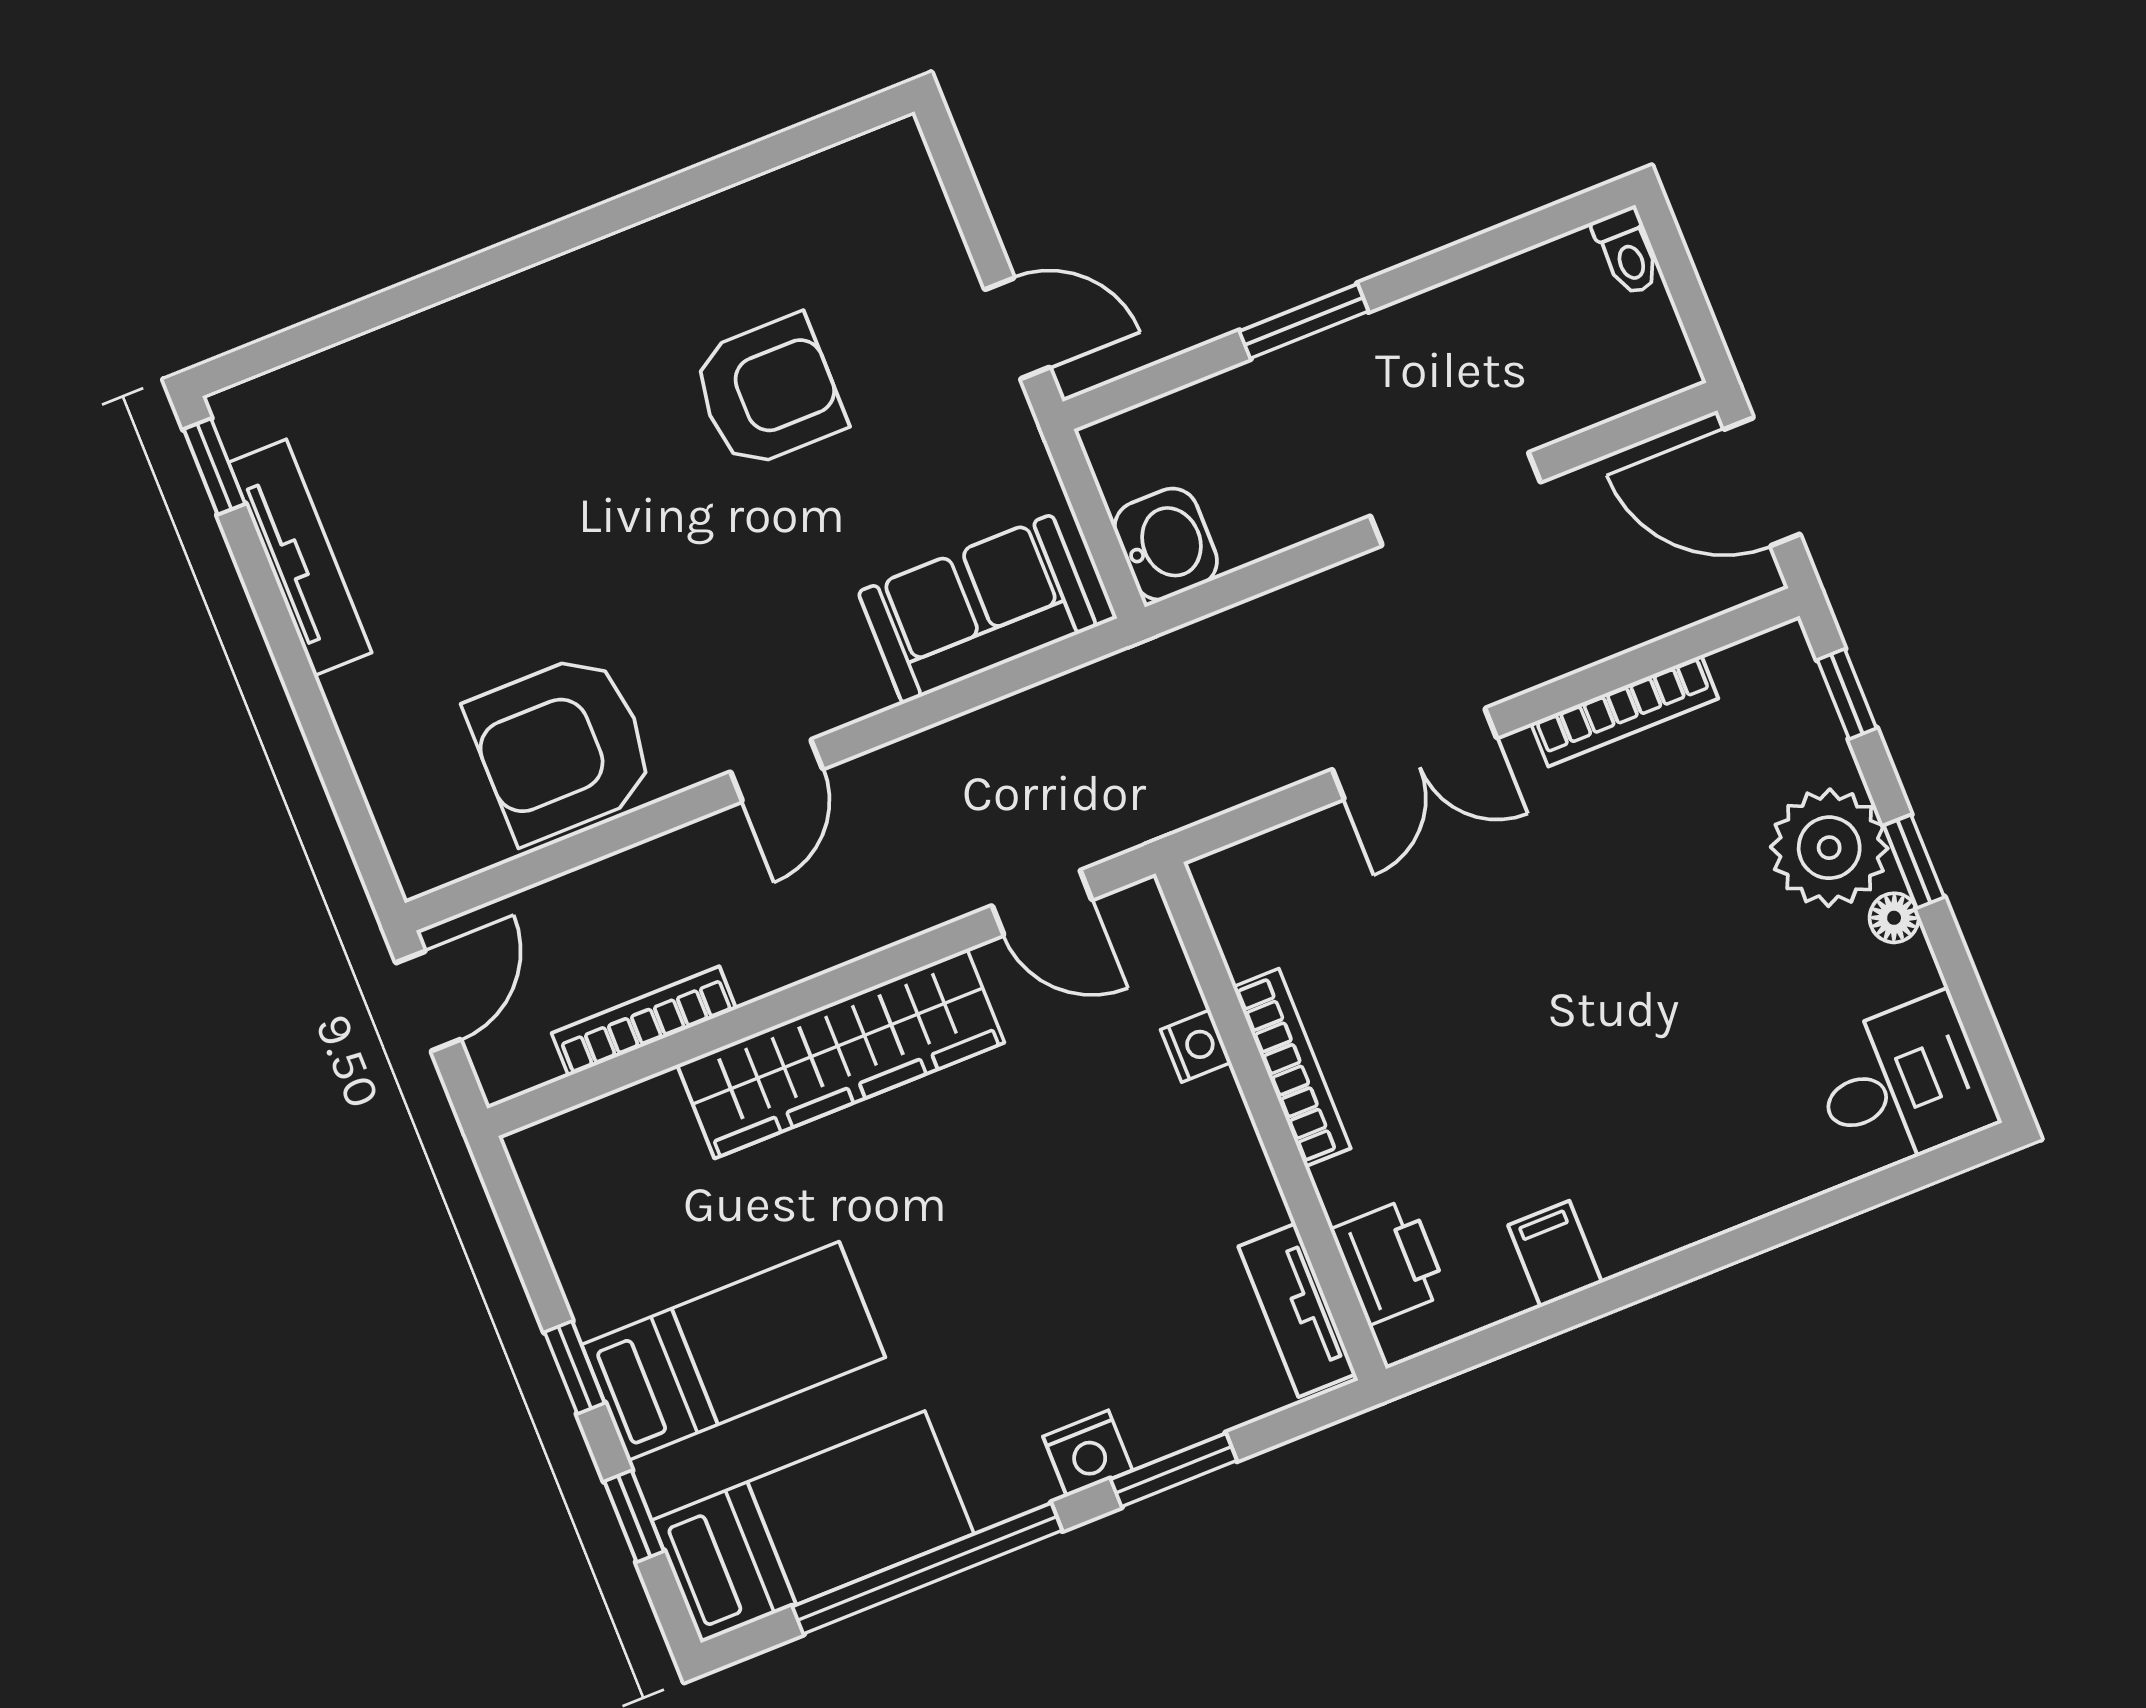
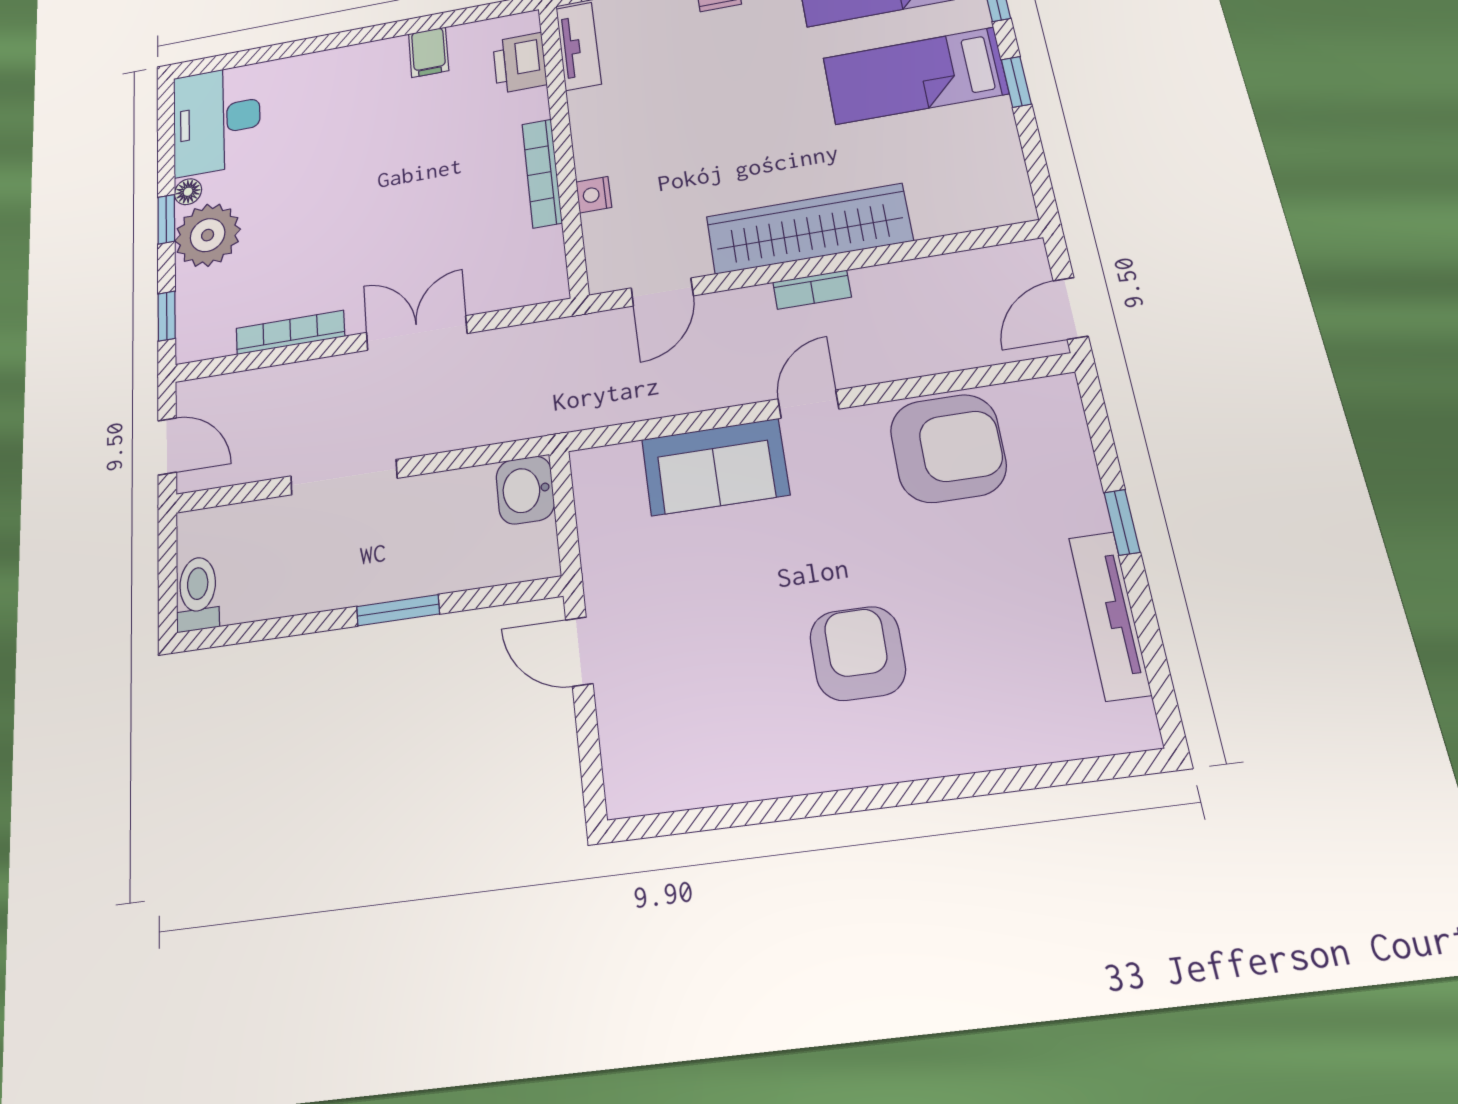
toilet: (1627, 252) -> (198, 594), width x1.37, depth x1.39
armchair: (768, 392) -> (858, 653), moved, turned 90
window: (214, 466) -> (1122, 522), moved
door: (1762, 482) -> (167, 446), width x0.73
sofa: (977, 609) -> (715, 467), moved
door: (1042, 903) -> (662, 292), swing flipped
bookcase: (644, 1021) -> (812, 290), moved, width x0.64
desk: (1902, 1084) -> (217, 120), width x1.37

